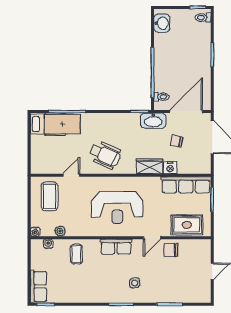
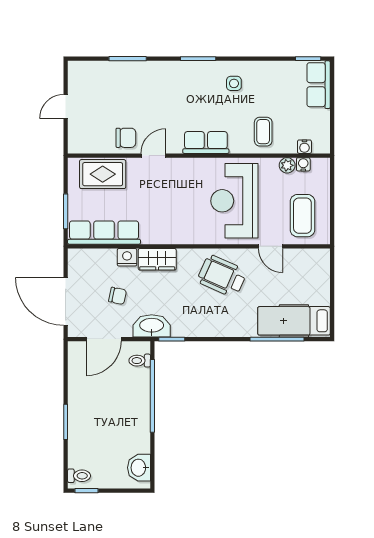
door: (186, 111) -> (104, 339), width x0.73
door: (71, 175) -> (271, 246), hinge flipped
reception desk: (117, 207) -> (234, 201), moved, turned -90
water cooler: (35, 232) -> (303, 164), moved
side table: (135, 283) -> (234, 83), moved

